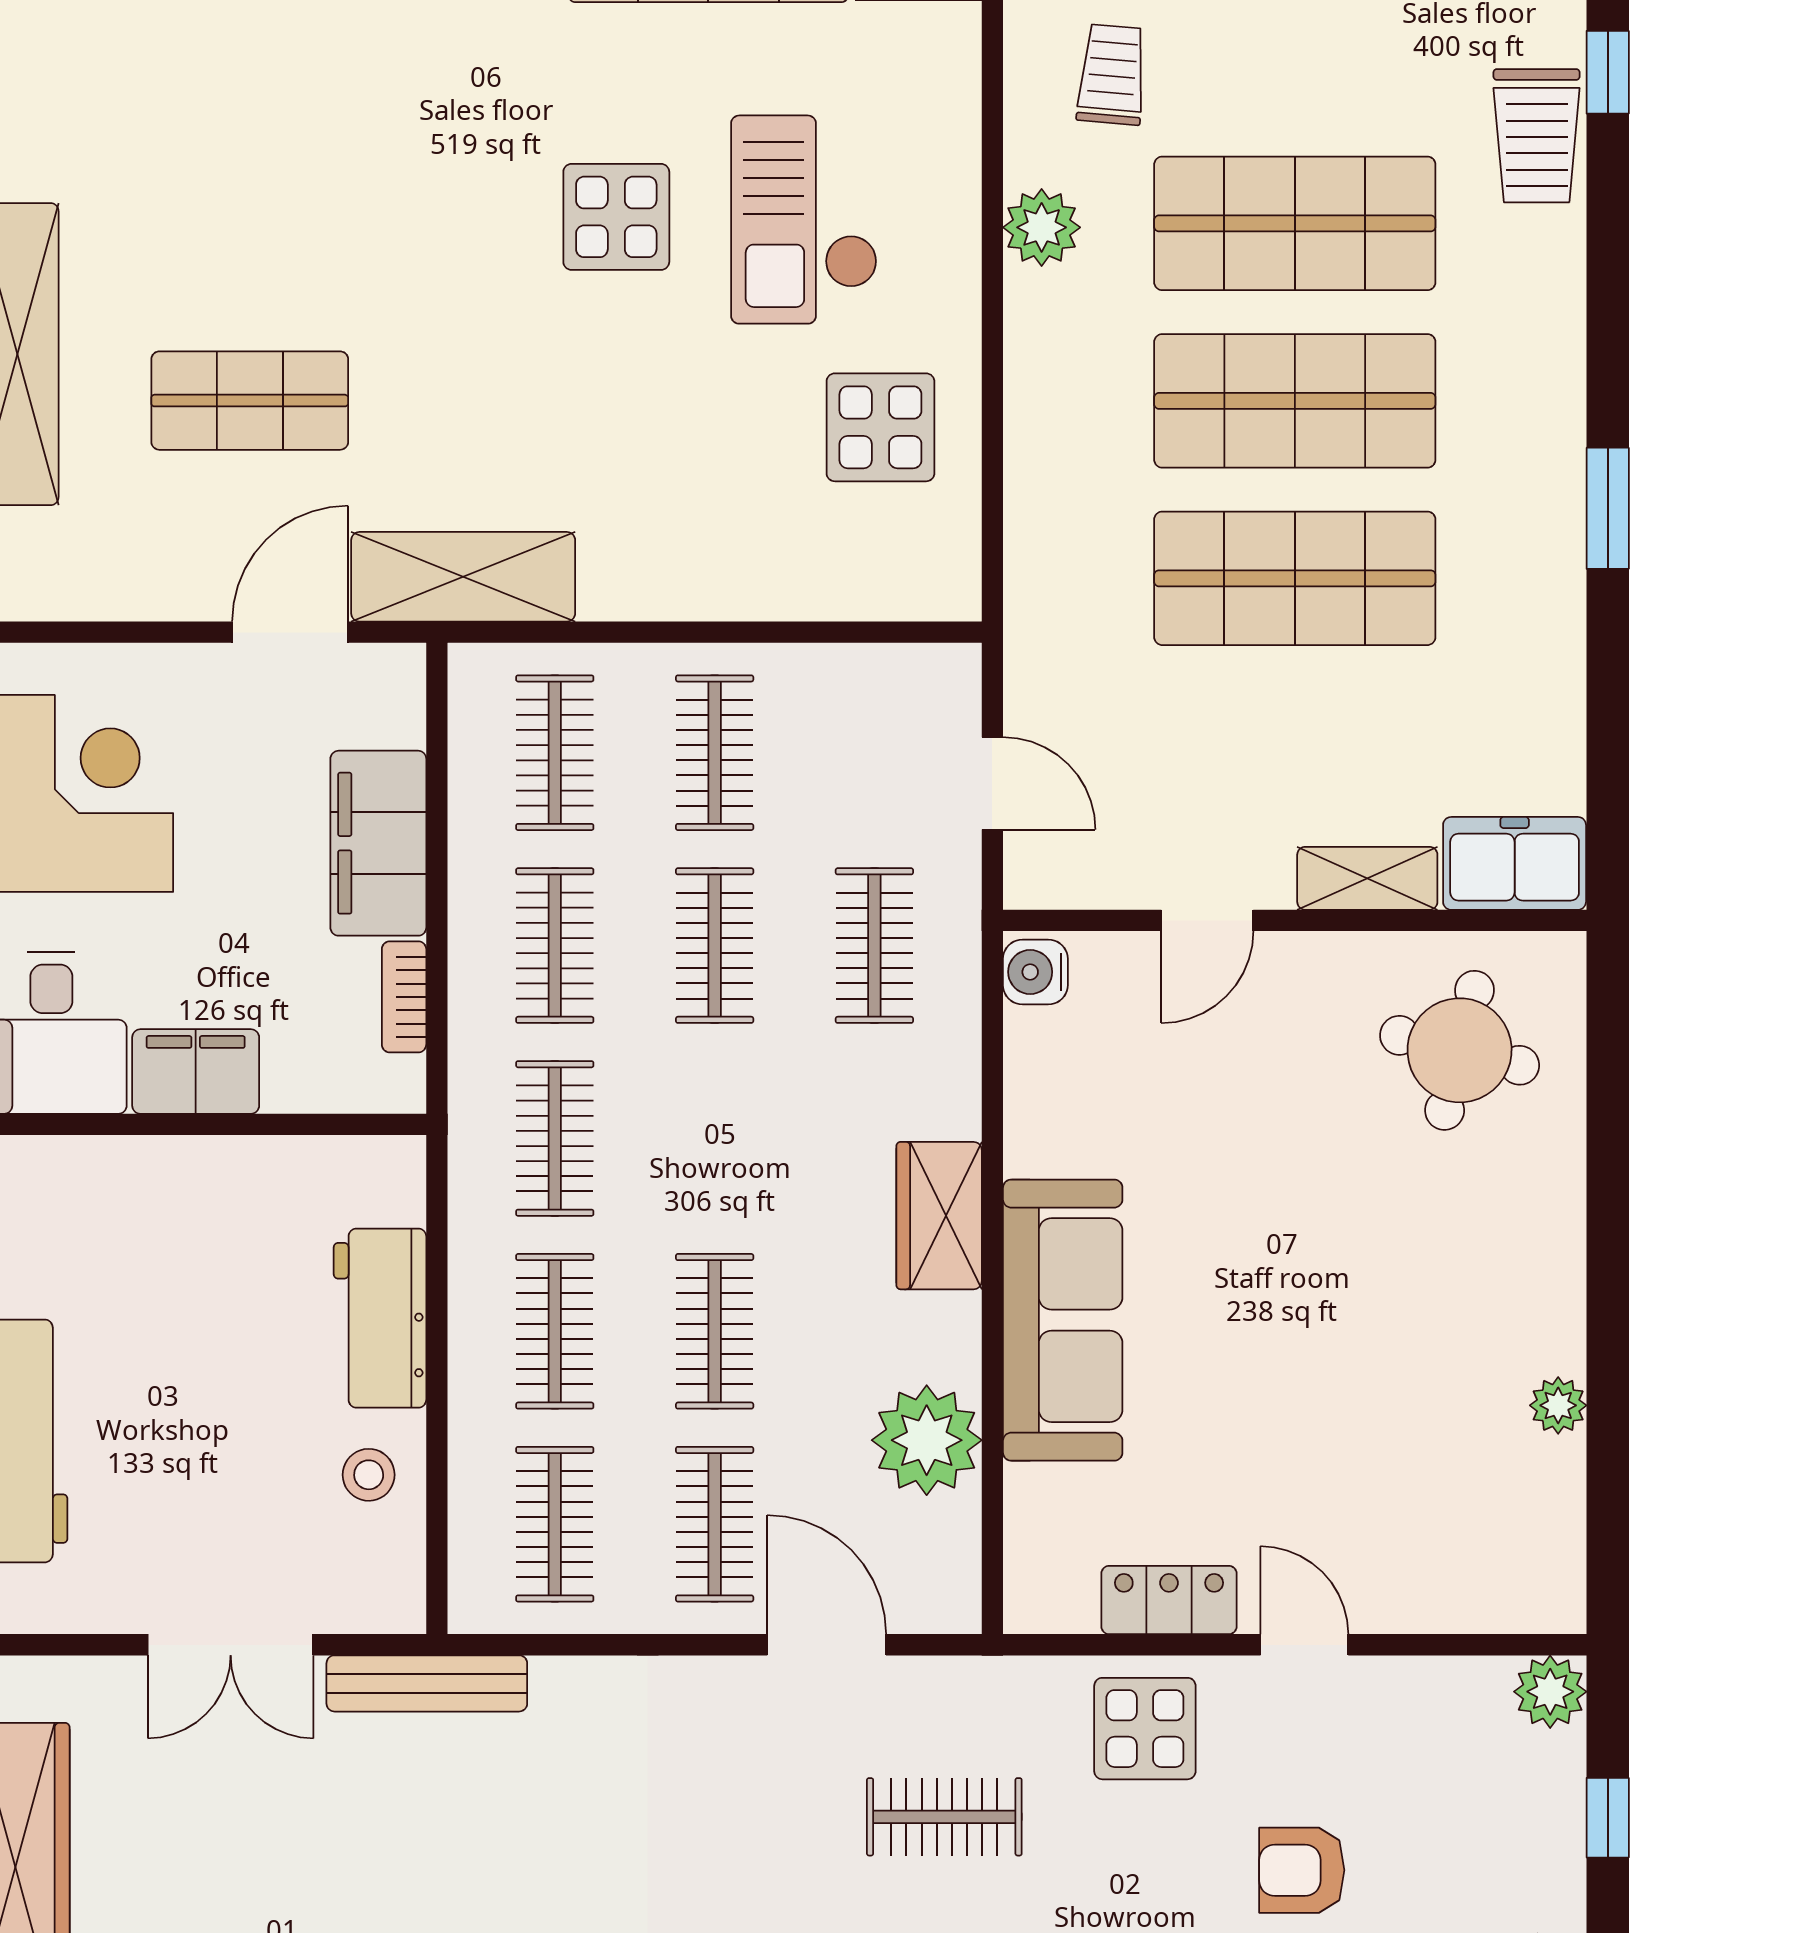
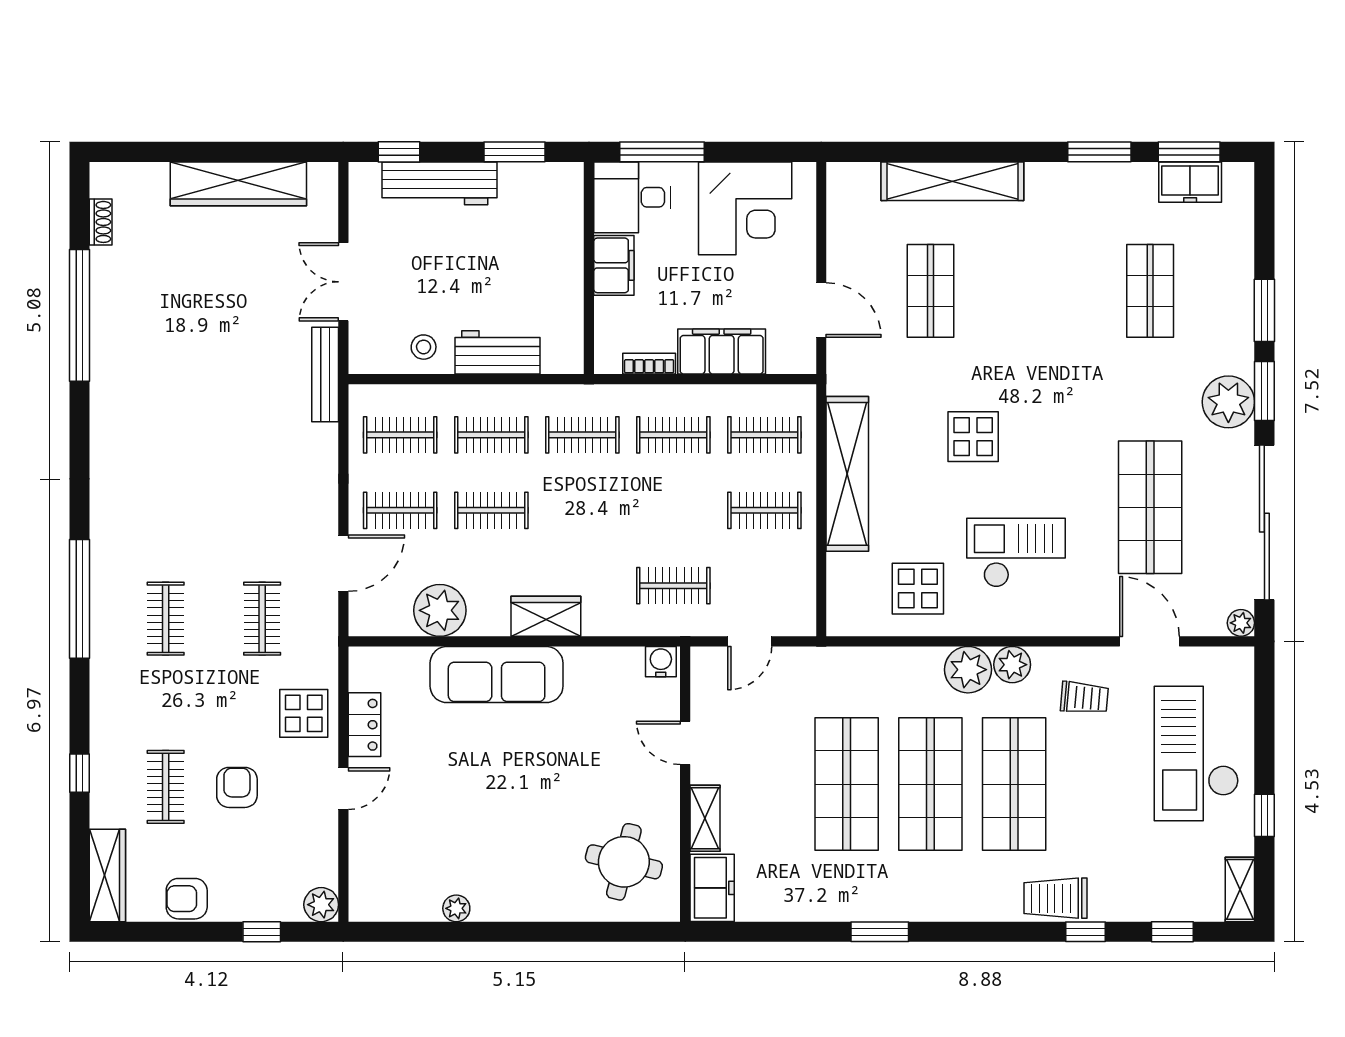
display table: (616, 217) -> (973, 437), moved
plant: (1052, 321) -> (968, 670), added
shelving: (463, 577) -> (847, 474), moved, width x1.47
clothes rail: (715, 946) -> (673, 510), removed

